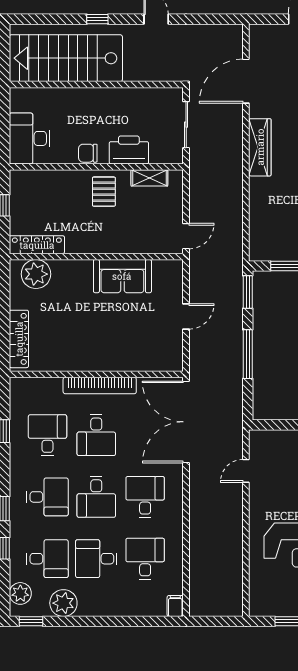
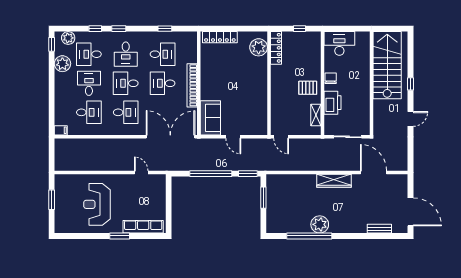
sofa: (122, 276) -> (210, 118), moved, turned 180
window: (248, 354) -> (211, 174), width x1.46
desk: (47, 559) -> (89, 54), turned 90

